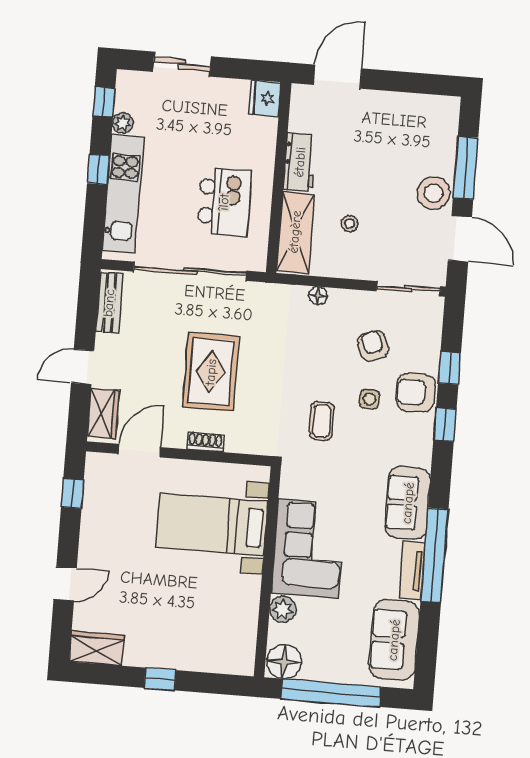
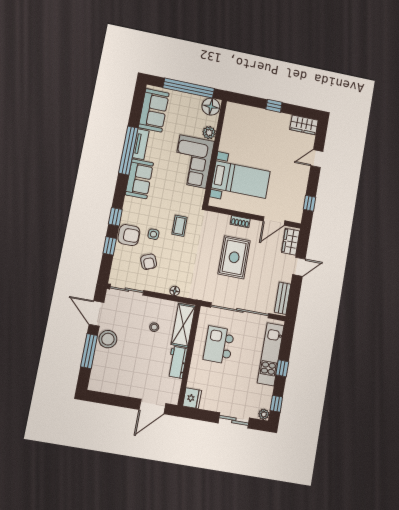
plant: (123, 123) -> (264, 414), moved

